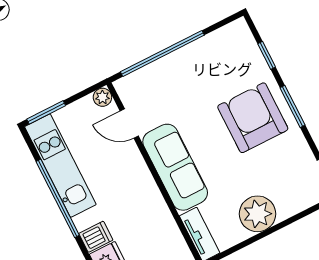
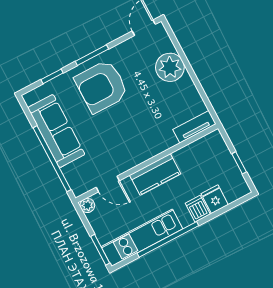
door: (129, 124) -> (108, 184), hinge flipped
sofa: (175, 167) -> (56, 131), moved, turned 90
kitchen counter: (140, 184) -> (155, 174), added
plant: (258, 214) -> (170, 67), moved

